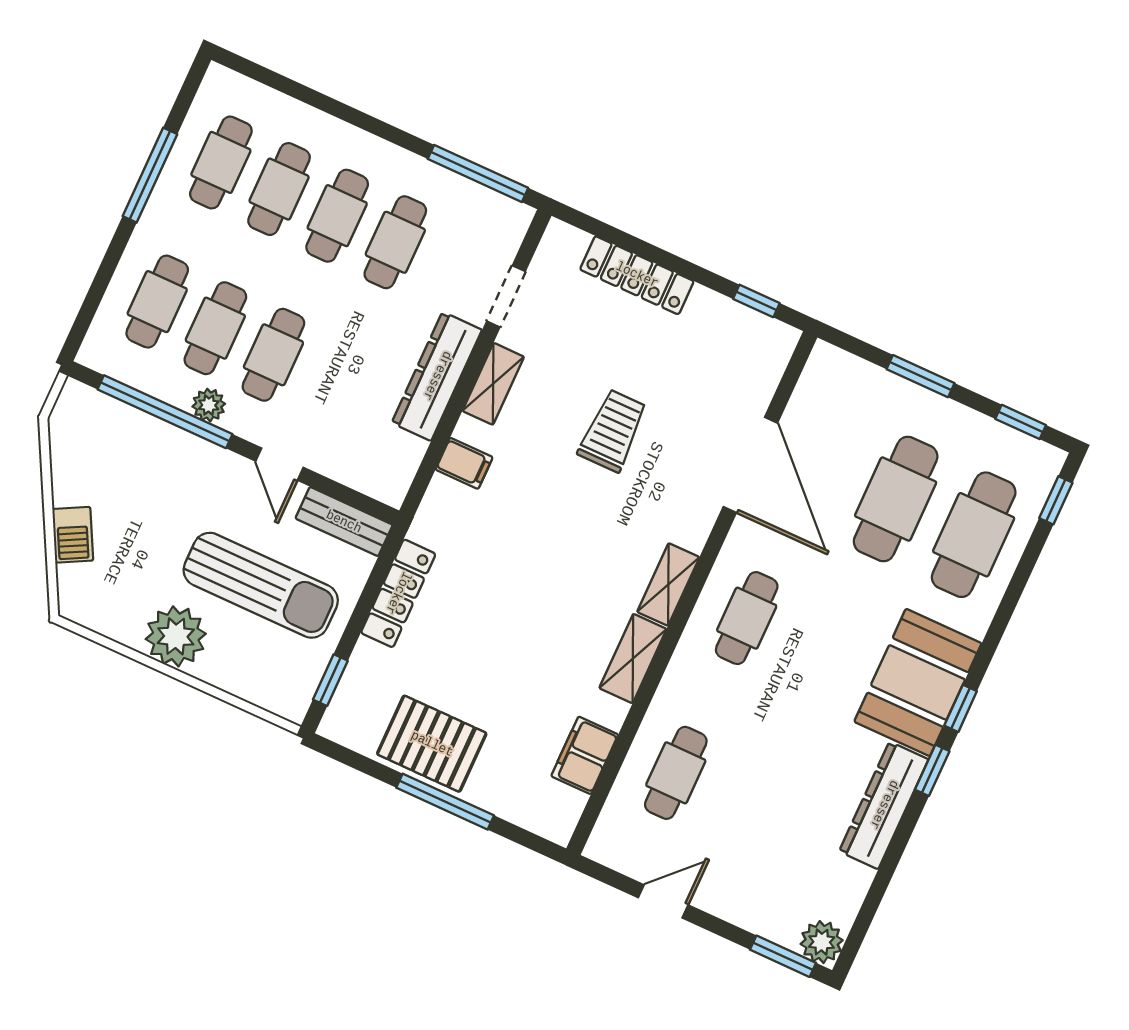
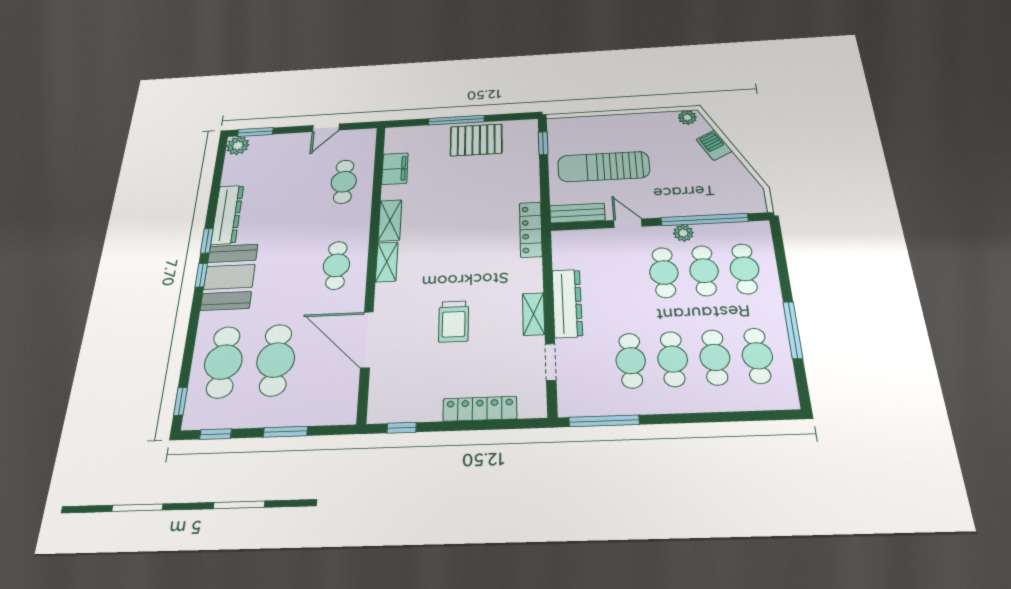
filing cabinet: (464, 463) -> (528, 268), removed
locker: (398, 593) -> (531, 230), moved
plant: (176, 636) -> (687, 117), moved, width x0.53, depth x0.53

